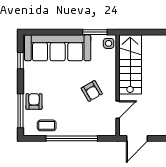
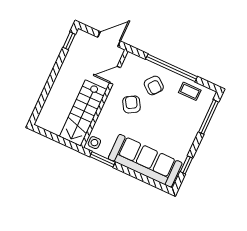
armchair: (34, 102) -> (154, 85), moved, turned -51

